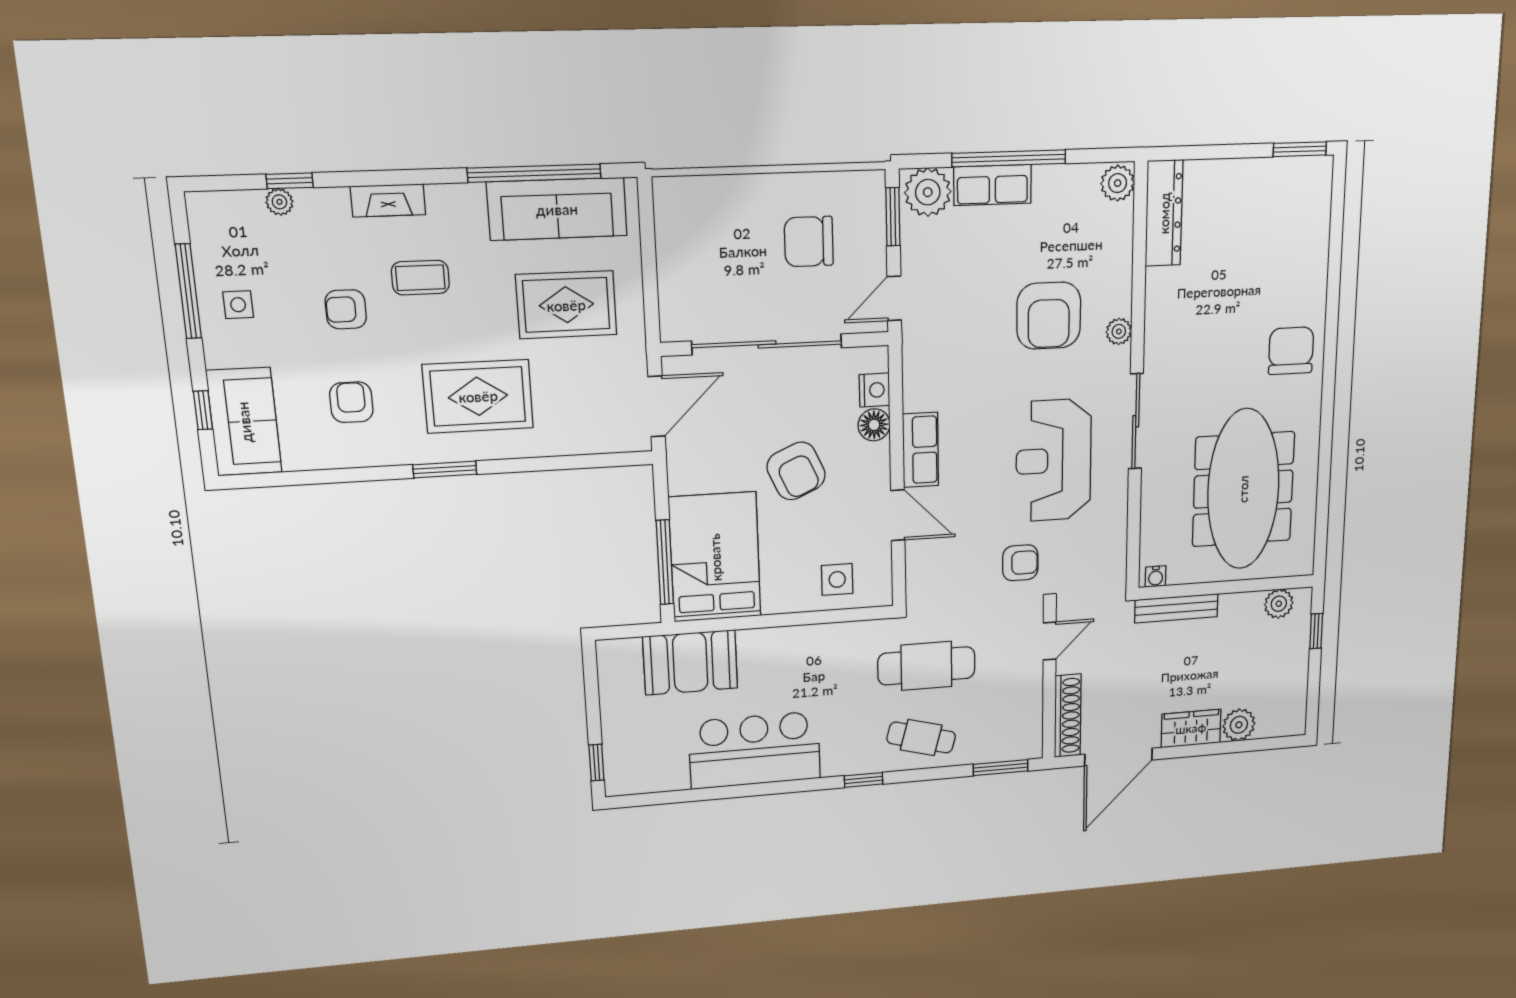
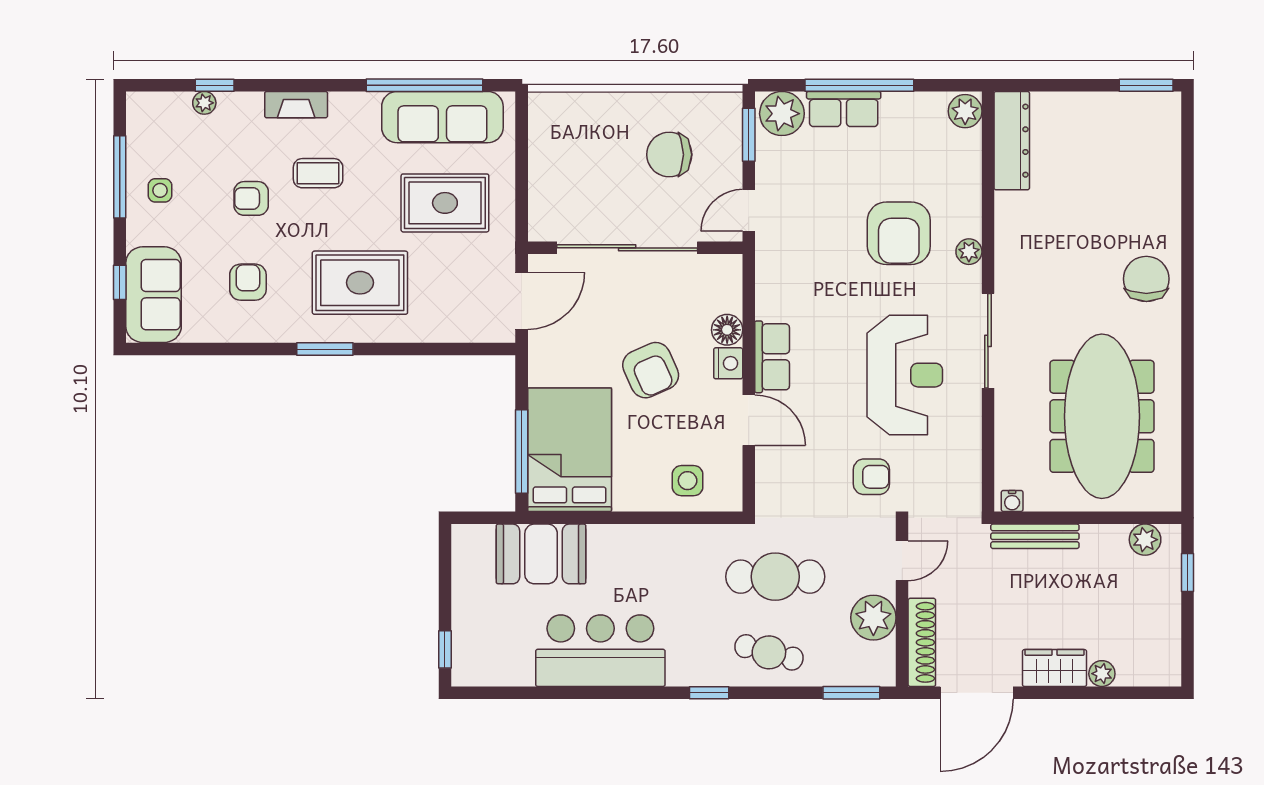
nightstand: (875, 390) -> (728, 363), moved
reception desk: (1054, 460) -> (905, 375), turned 180
plant: (1022, 697) -> (873, 618), added
plant: (1239, 725) -> (1102, 674), width x0.73, depth x0.73

